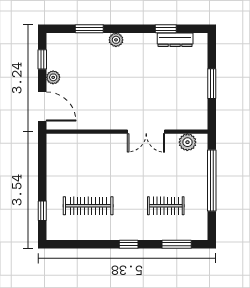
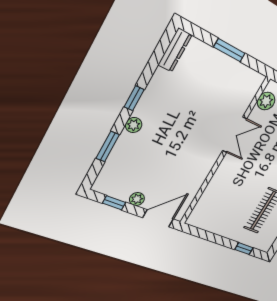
window: (166, 29) -> (134, 98), moved
dresser: (175, 40) -> (175, 50), moved

